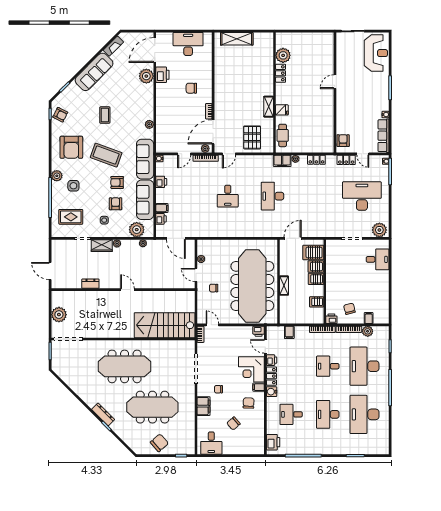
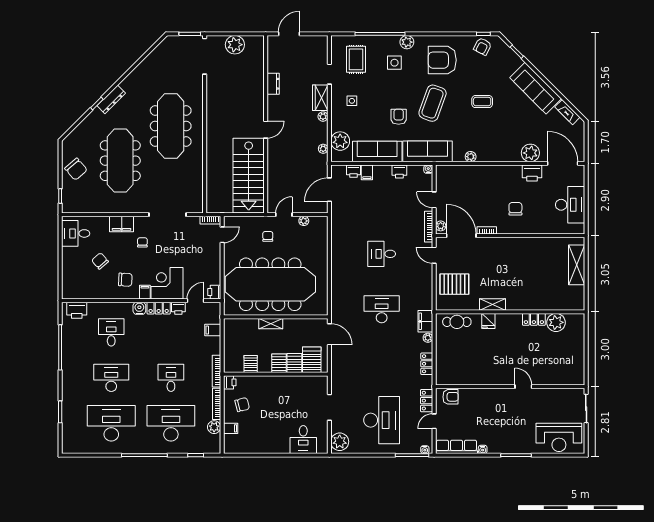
armchair: (116, 204) -> (372, 115), removed
stairs: (165, 325) -> (249, 176), moved, turned 180

